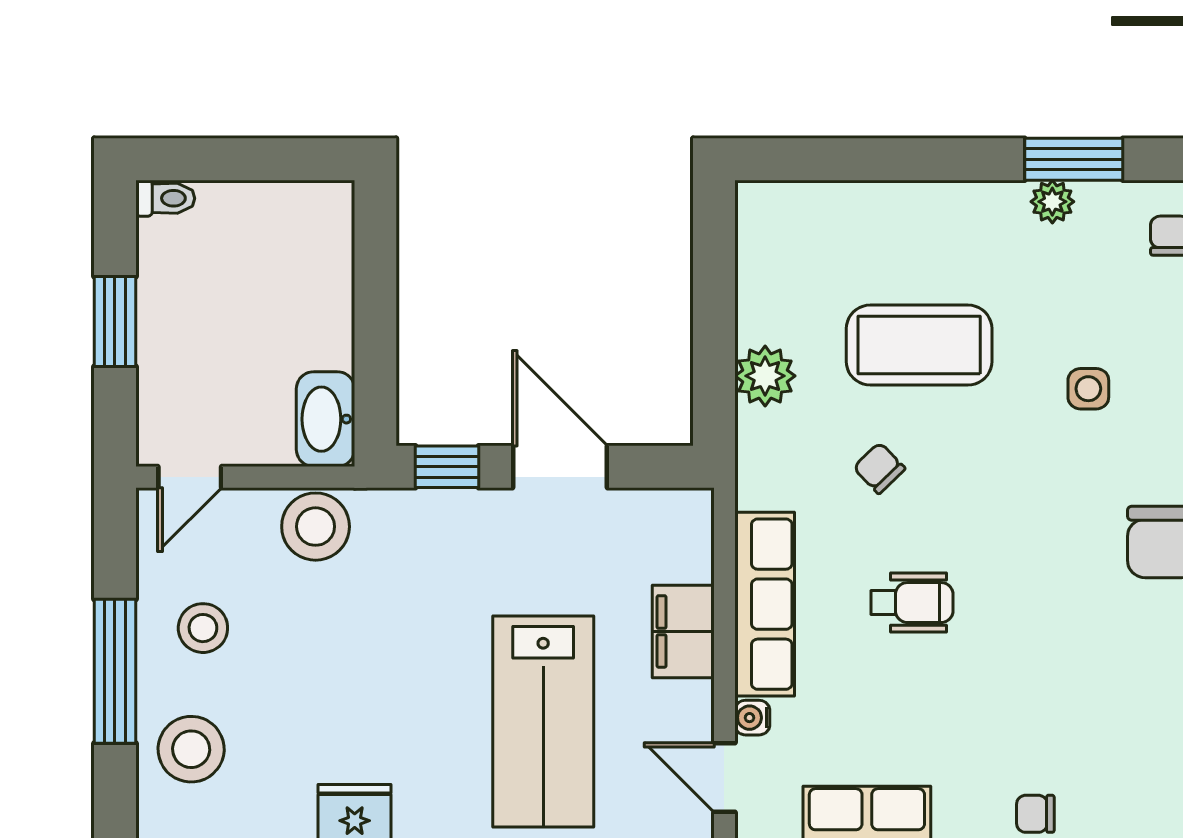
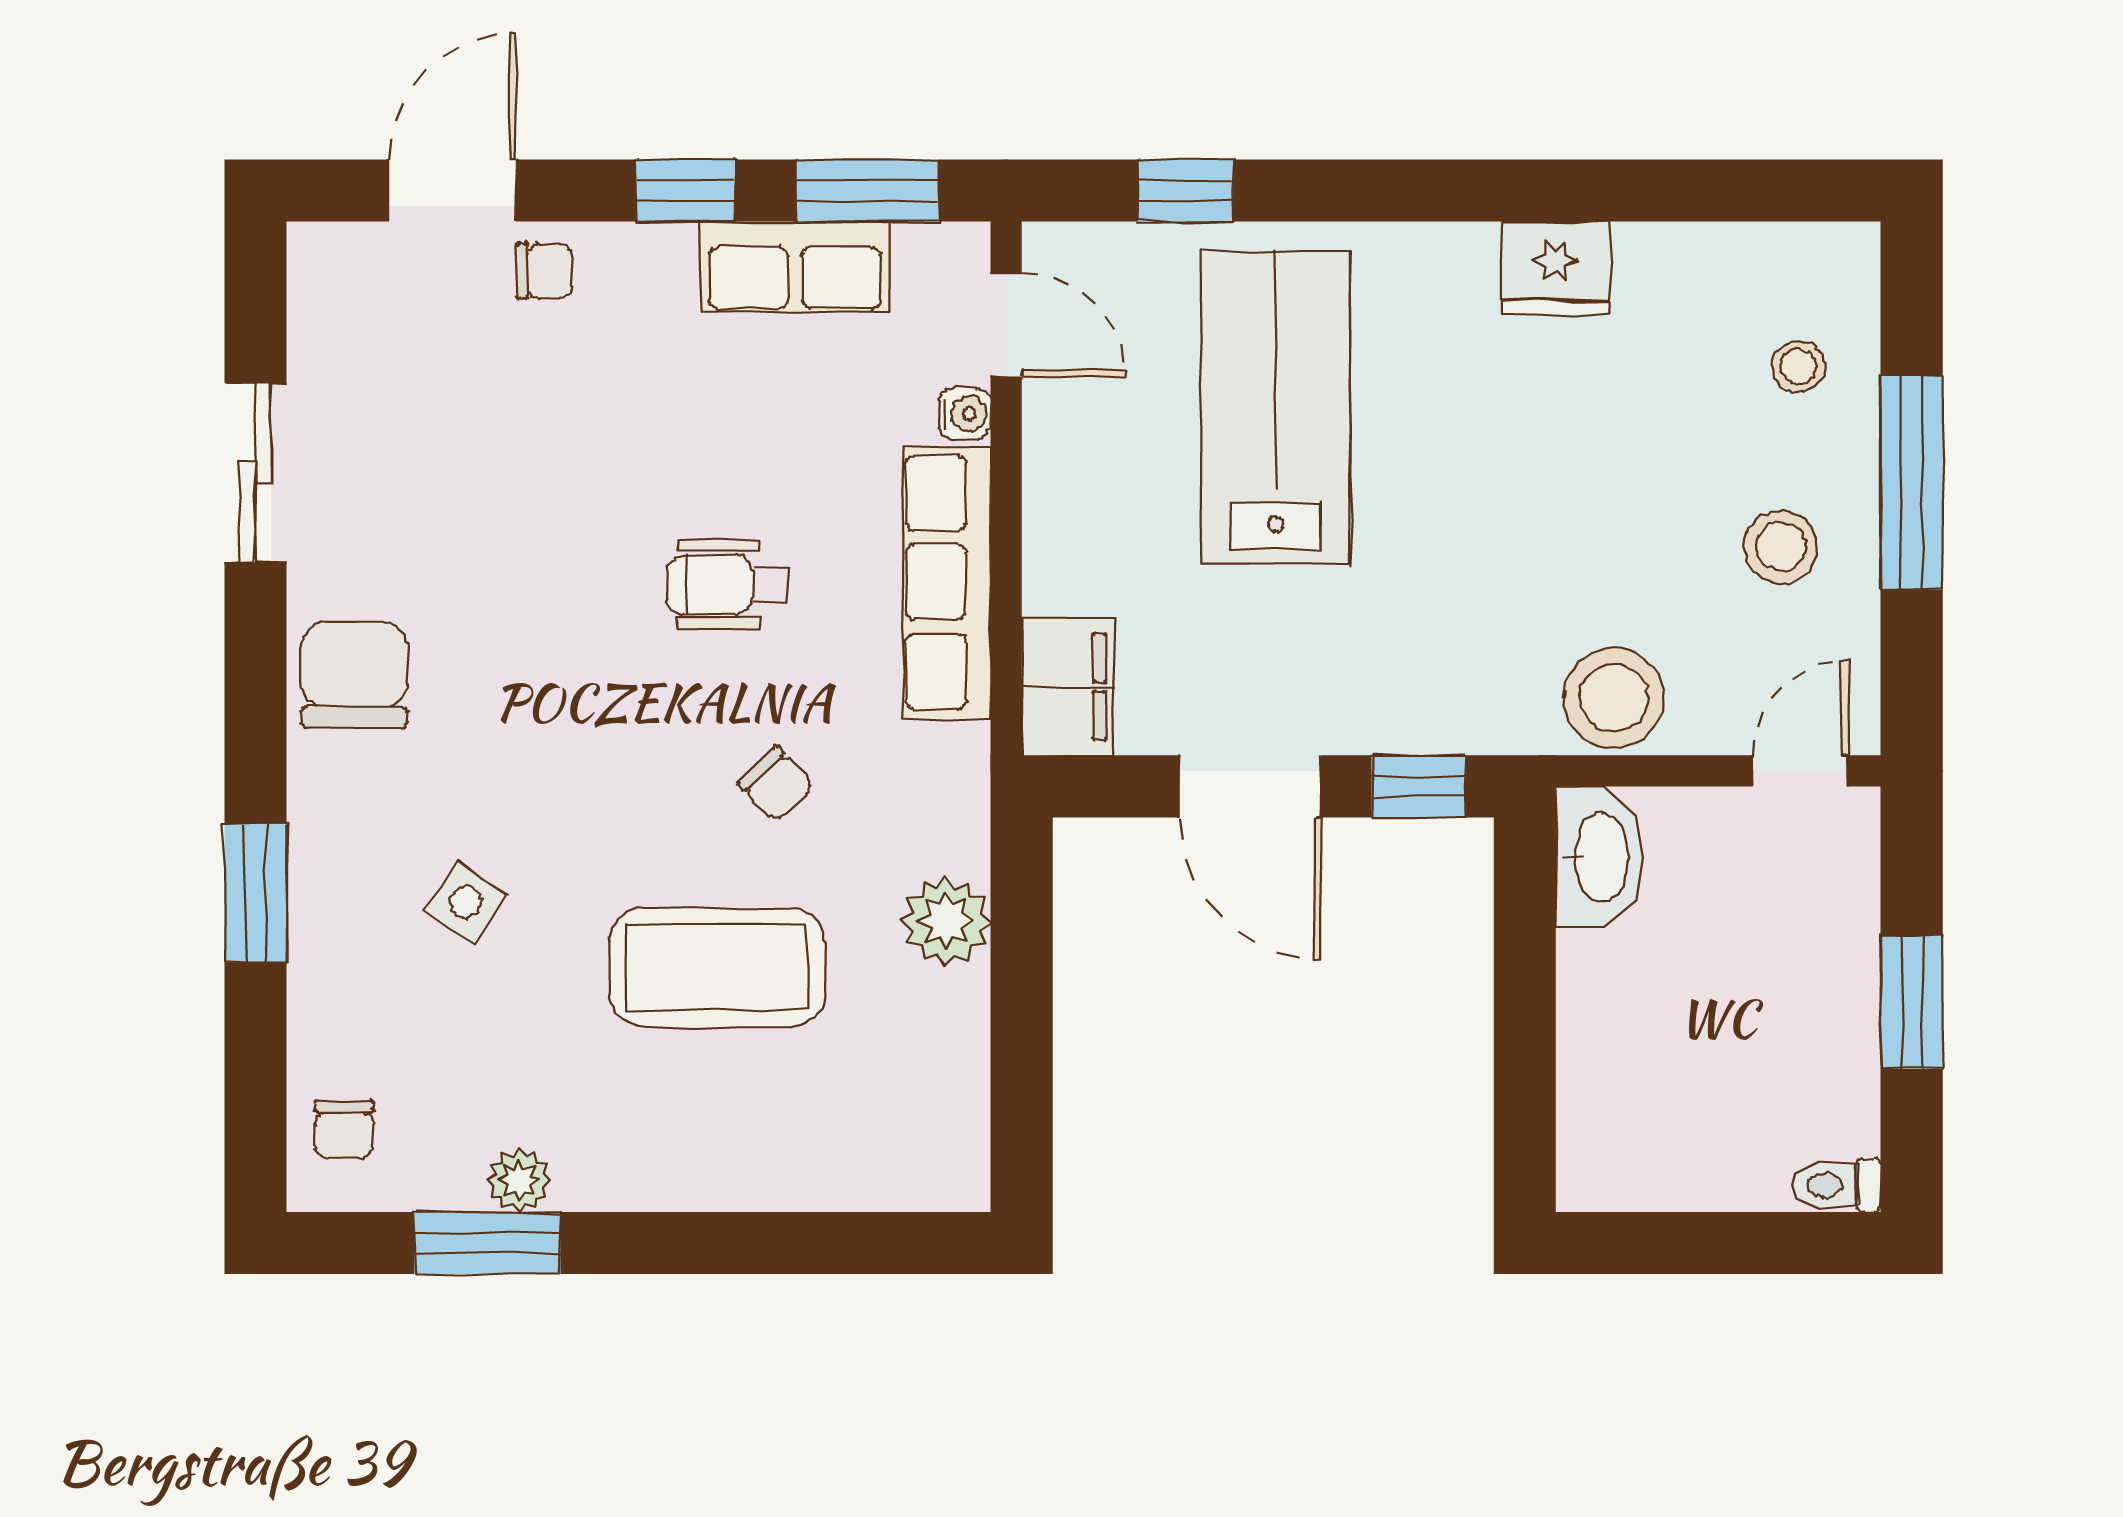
side table: (1088, 389) -> (466, 902), turned 34
filing cabinet: (683, 631) -> (1068, 687), moved
stool: (191, 749) -> (1799, 367), width x0.53, depth x0.53

